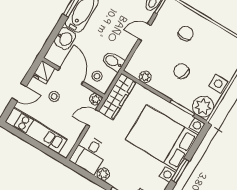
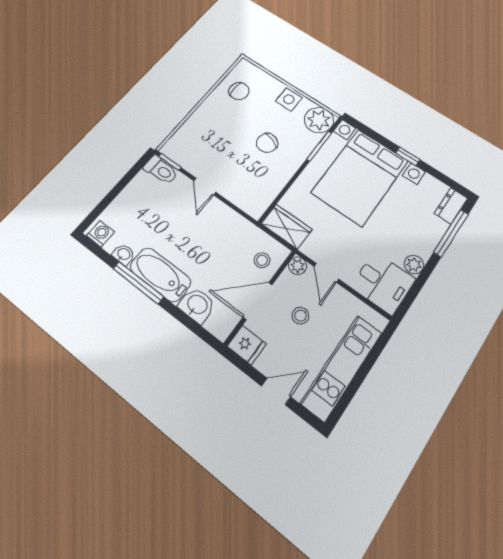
chair: (186, 34) -> (239, 91), moved, turned 180
bidet: (113, 61) -> (242, 234), removed
plant: (145, 77) -> (270, 191), removed
door: (19, 92) -> (276, 391), hinge flipped
stool: (54, 96) -> (300, 316), moved
wardrobe: (117, 96) -> (287, 227), width x0.67
window: (180, 170) -> (408, 156), width x0.67

